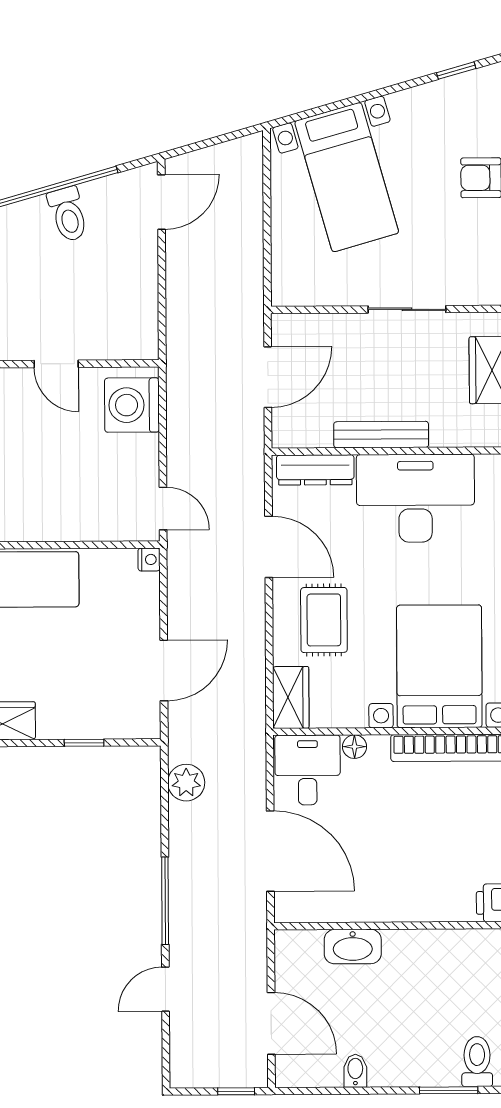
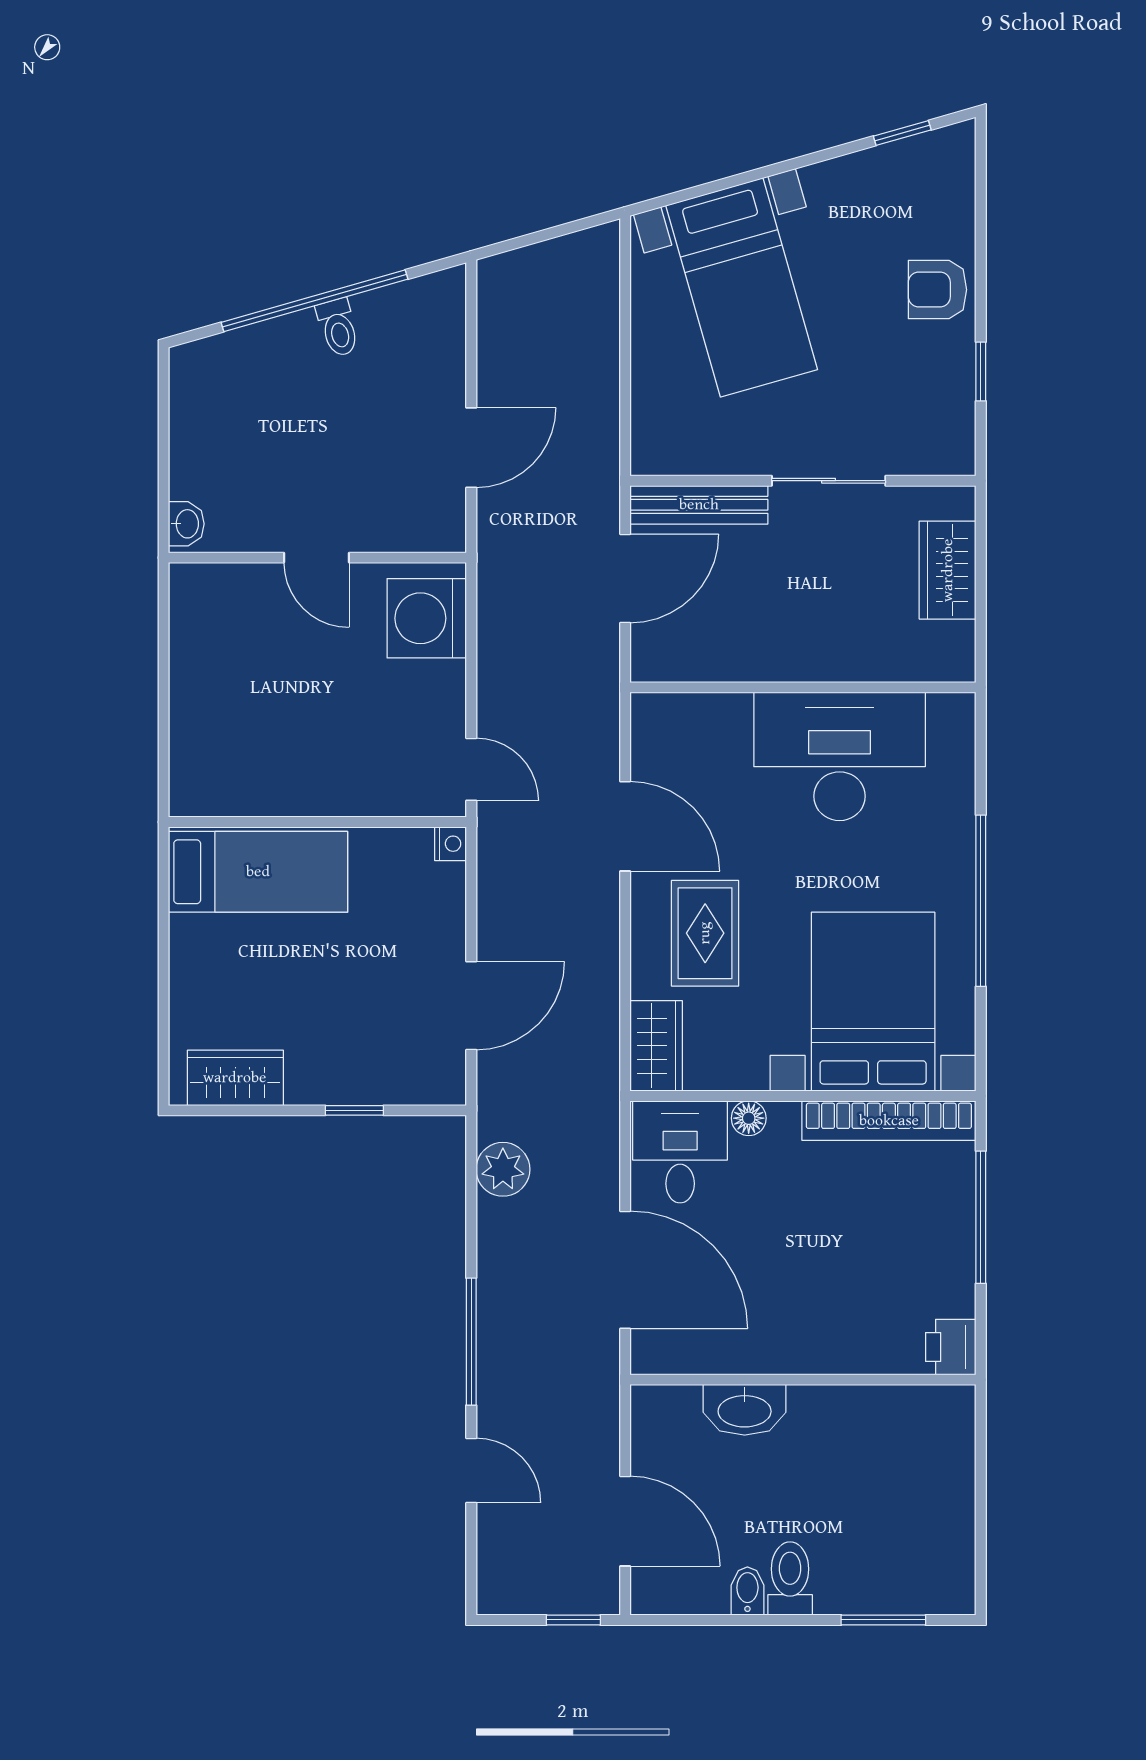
door: (161, 202) -> (471, 448), moved
toilet: (68, 214) -> (338, 328), width x0.73, depth x0.72
bench: (381, 435) -> (699, 505), moved
dresser: (315, 470) -> (694, 714), removed
door: (166, 989) -> (471, 1470), swing flipped
toilet: (477, 1062) -> (790, 1579), moved

